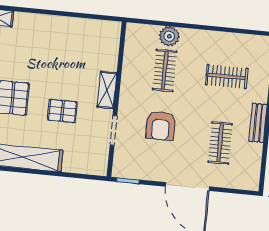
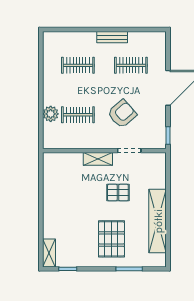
clothes rail: (227, 77) -> (78, 65), turned 90
pallet: (62, 111) -> (118, 193), turned 90
armchair: (161, 126) -> (122, 114), turned -41

